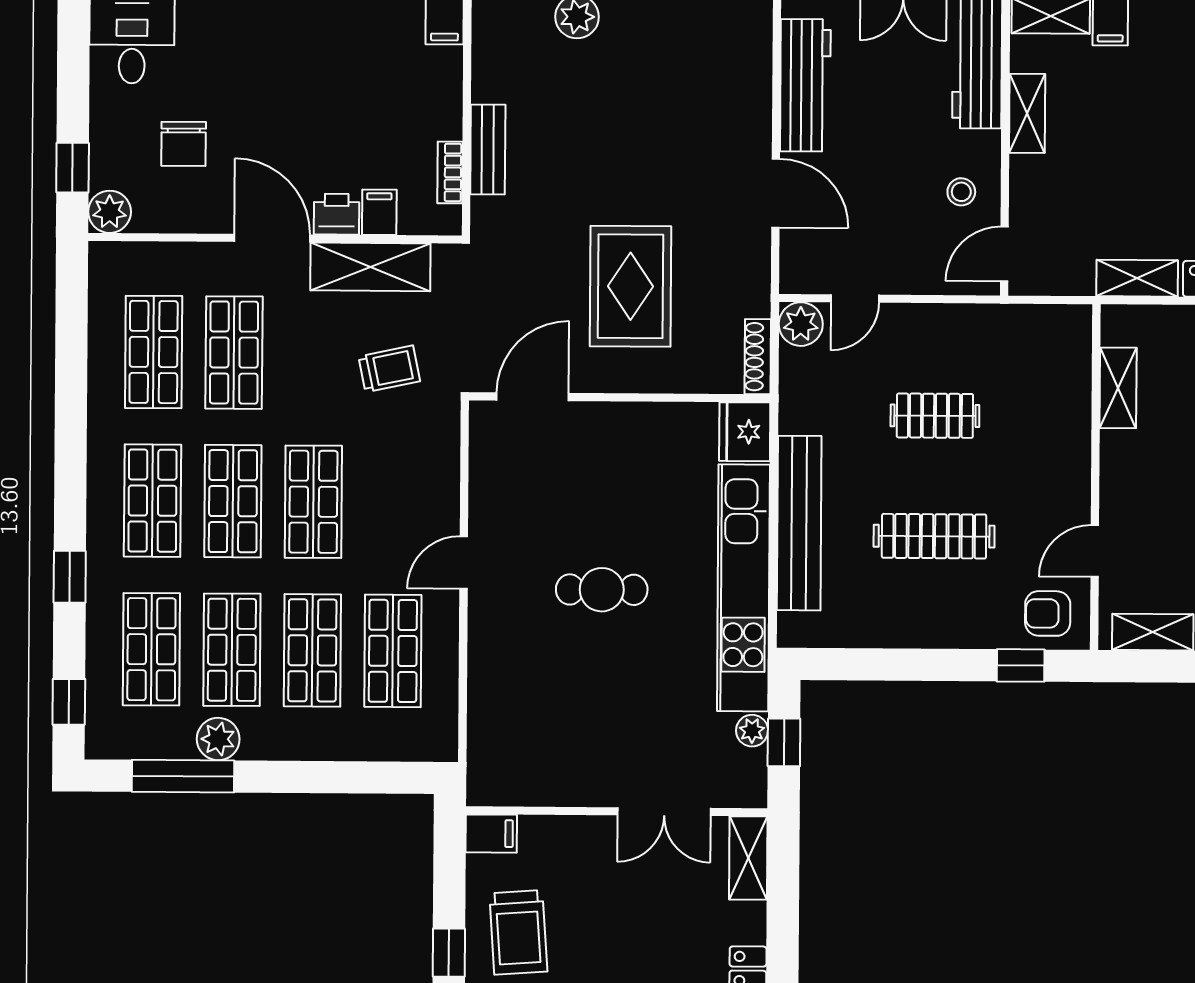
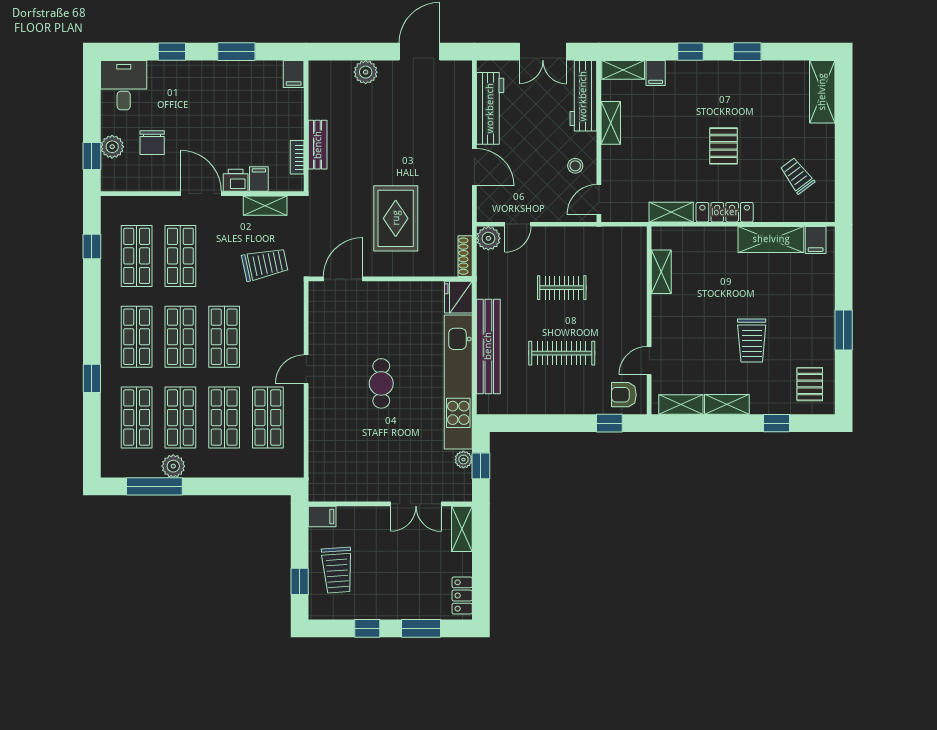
plant: (110, 212) -> (112, 147), moved
shelving: (370, 267) -> (265, 206), width x0.67, depth x0.75
trolley: (389, 369) -> (265, 264), width x1.36, depth x1.39
cafe table: (602, 590) -> (381, 383), turned 90
window: (69, 702) -> (92, 246), moved

